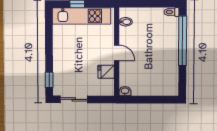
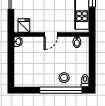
stool: (168, 37) -> (64, 78), added
fridge: (106, 72) -> (24, 26), moved

